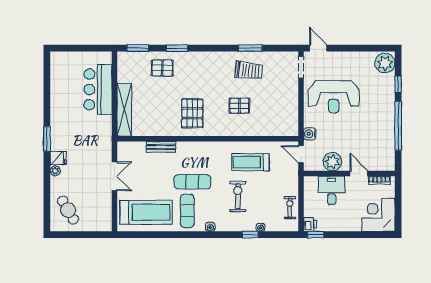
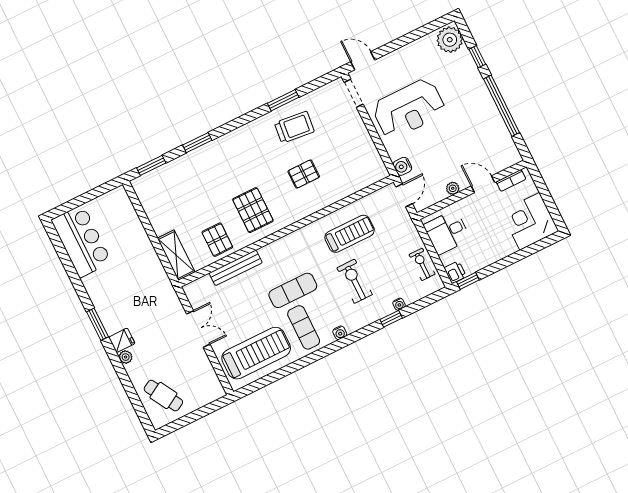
pallet: (162, 68) -> (217, 240), moved, turned 90
bar counter: (98, 89) -> (81, 241), moved, turned 180
shelving: (124, 110) -> (176, 255), width x0.68
bench: (161, 147) -> (236, 268), width x1.36
door: (301, 154) -> (404, 195), swing flipped
treadmill: (251, 162) -> (350, 234), turned 180
plant: (332, 162) -> (453, 188), width x0.53, depth x0.53
desk: (332, 190) -> (447, 232), moved, turned -90

